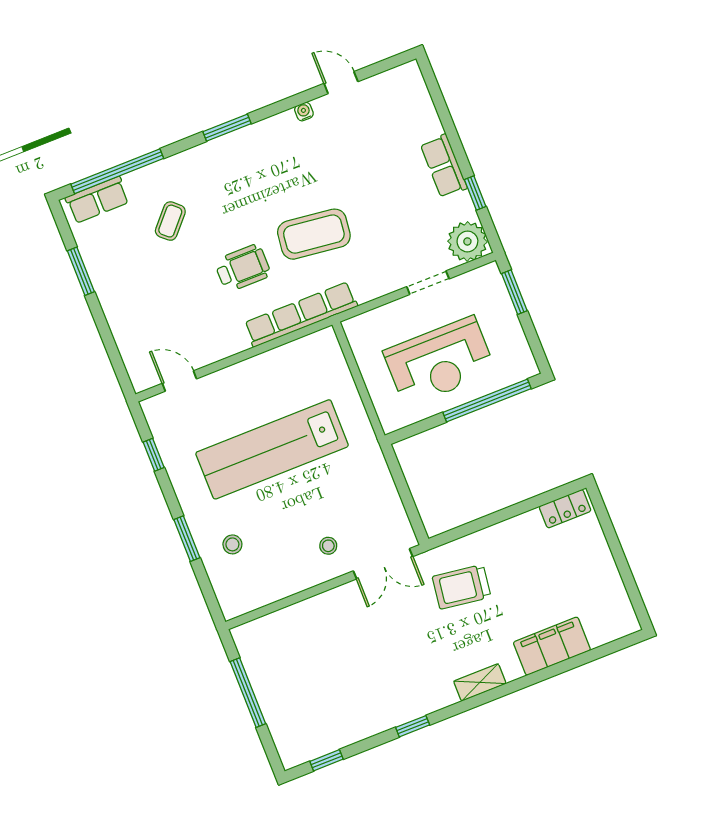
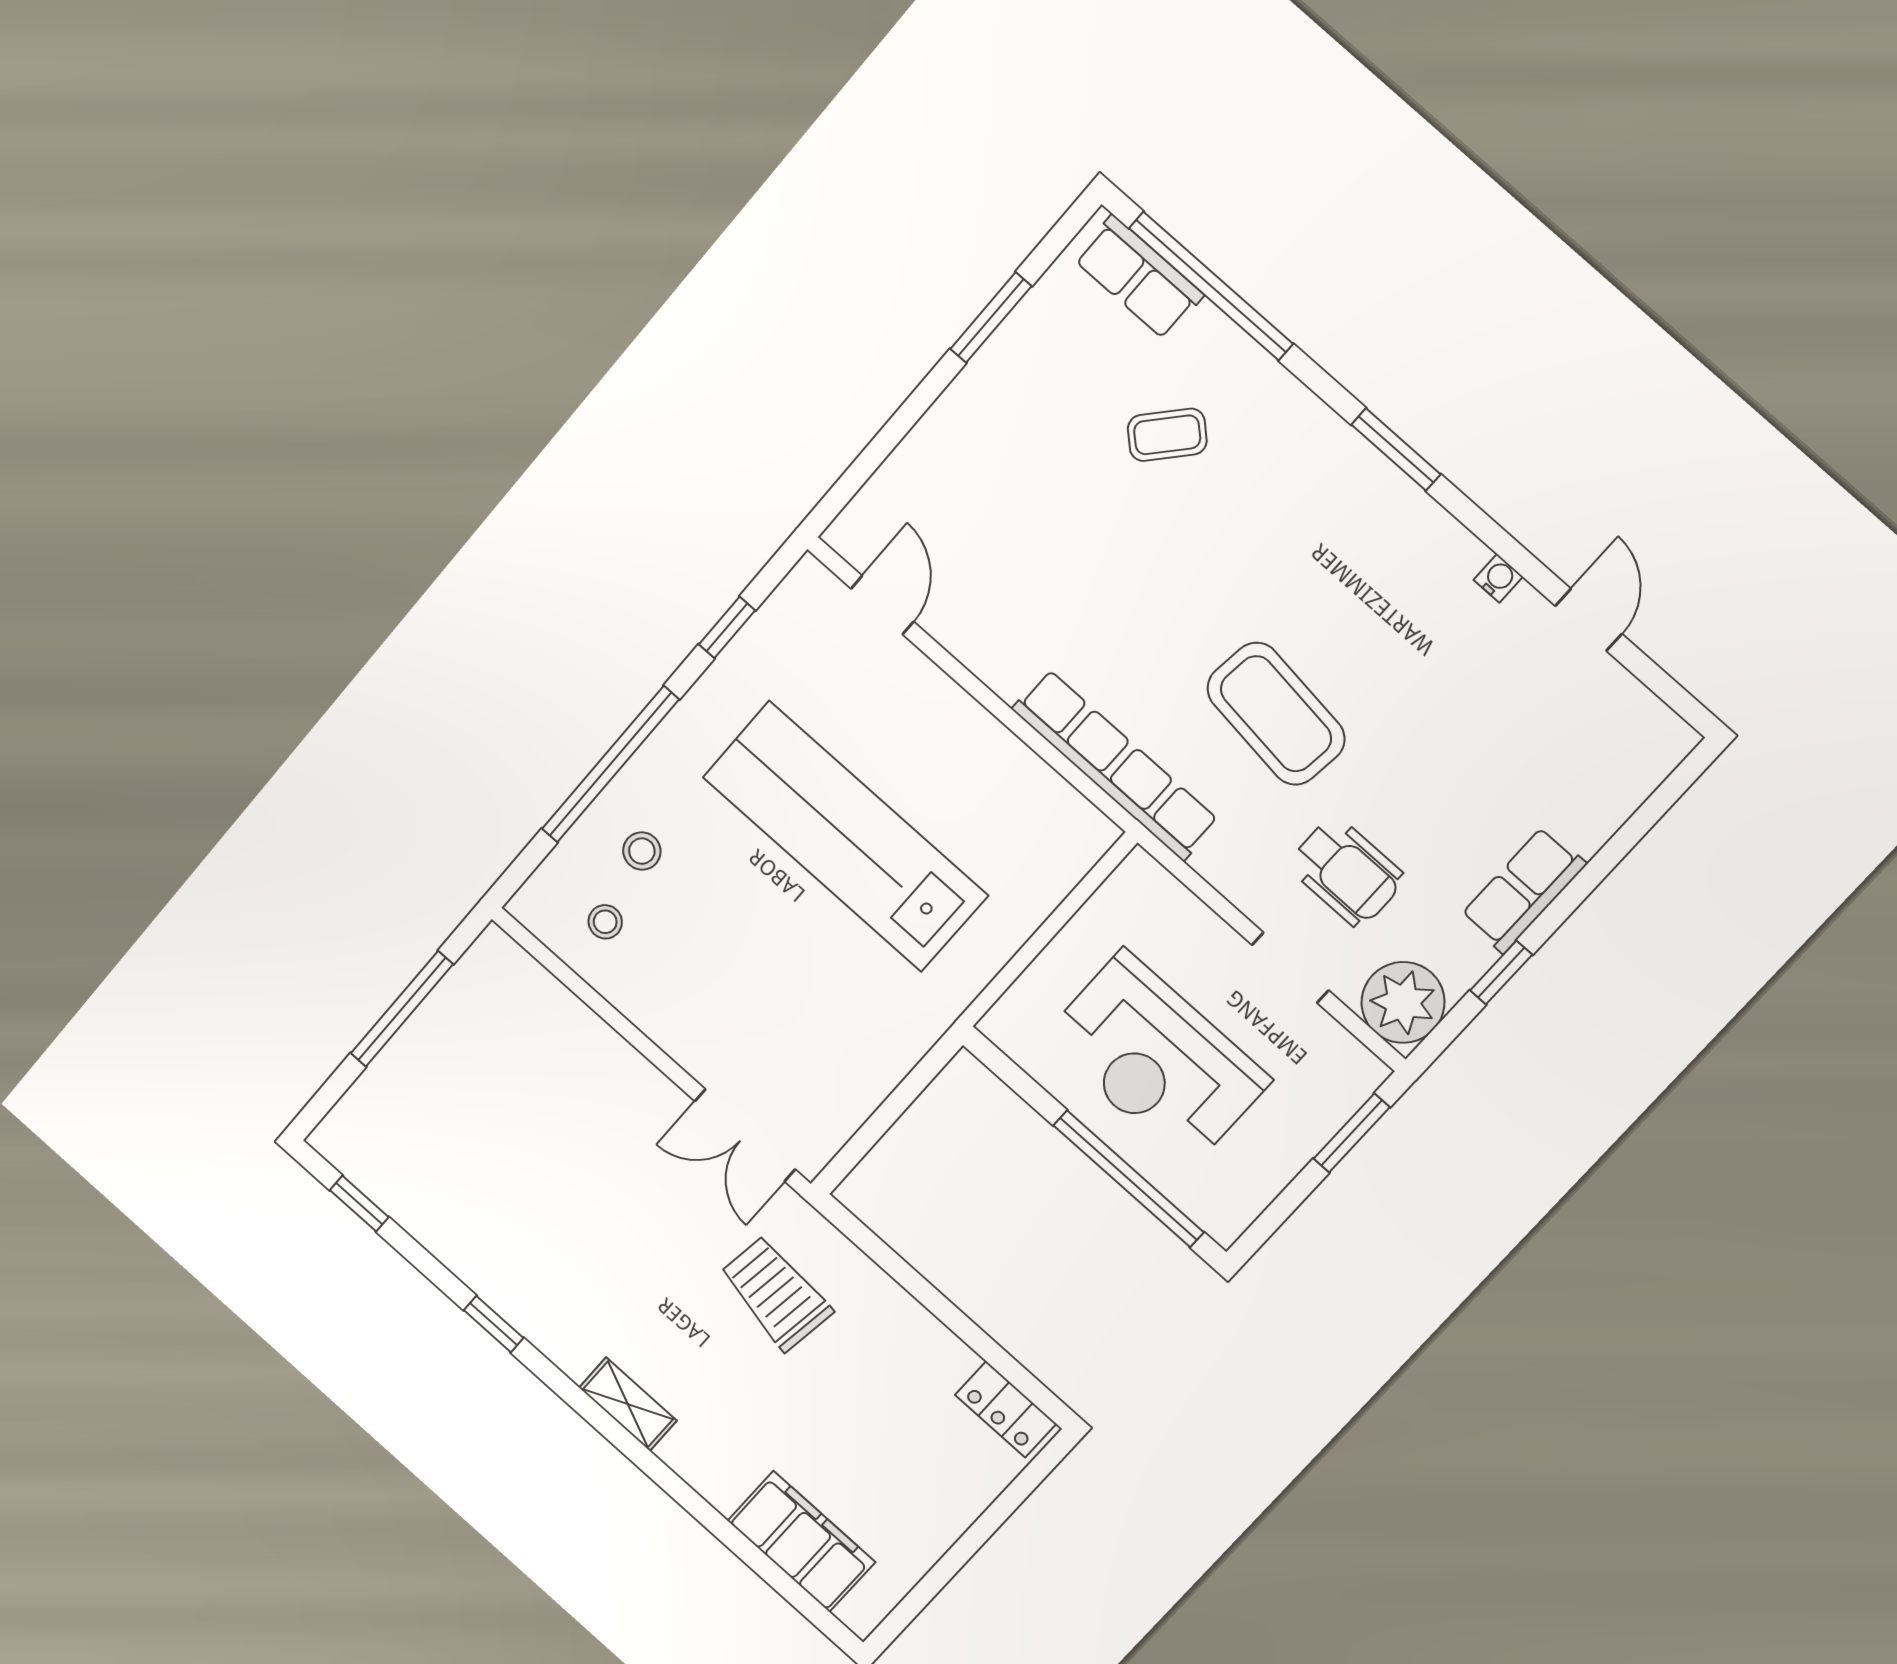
wheelchair: (243, 268) -> (1346, 872), moved
window: (187, 539) -> (610, 764), width x2.11
stool: (328, 546) -> (605, 922), moved
filing cabinet: (552, 646) -> (801, 1541), moved

